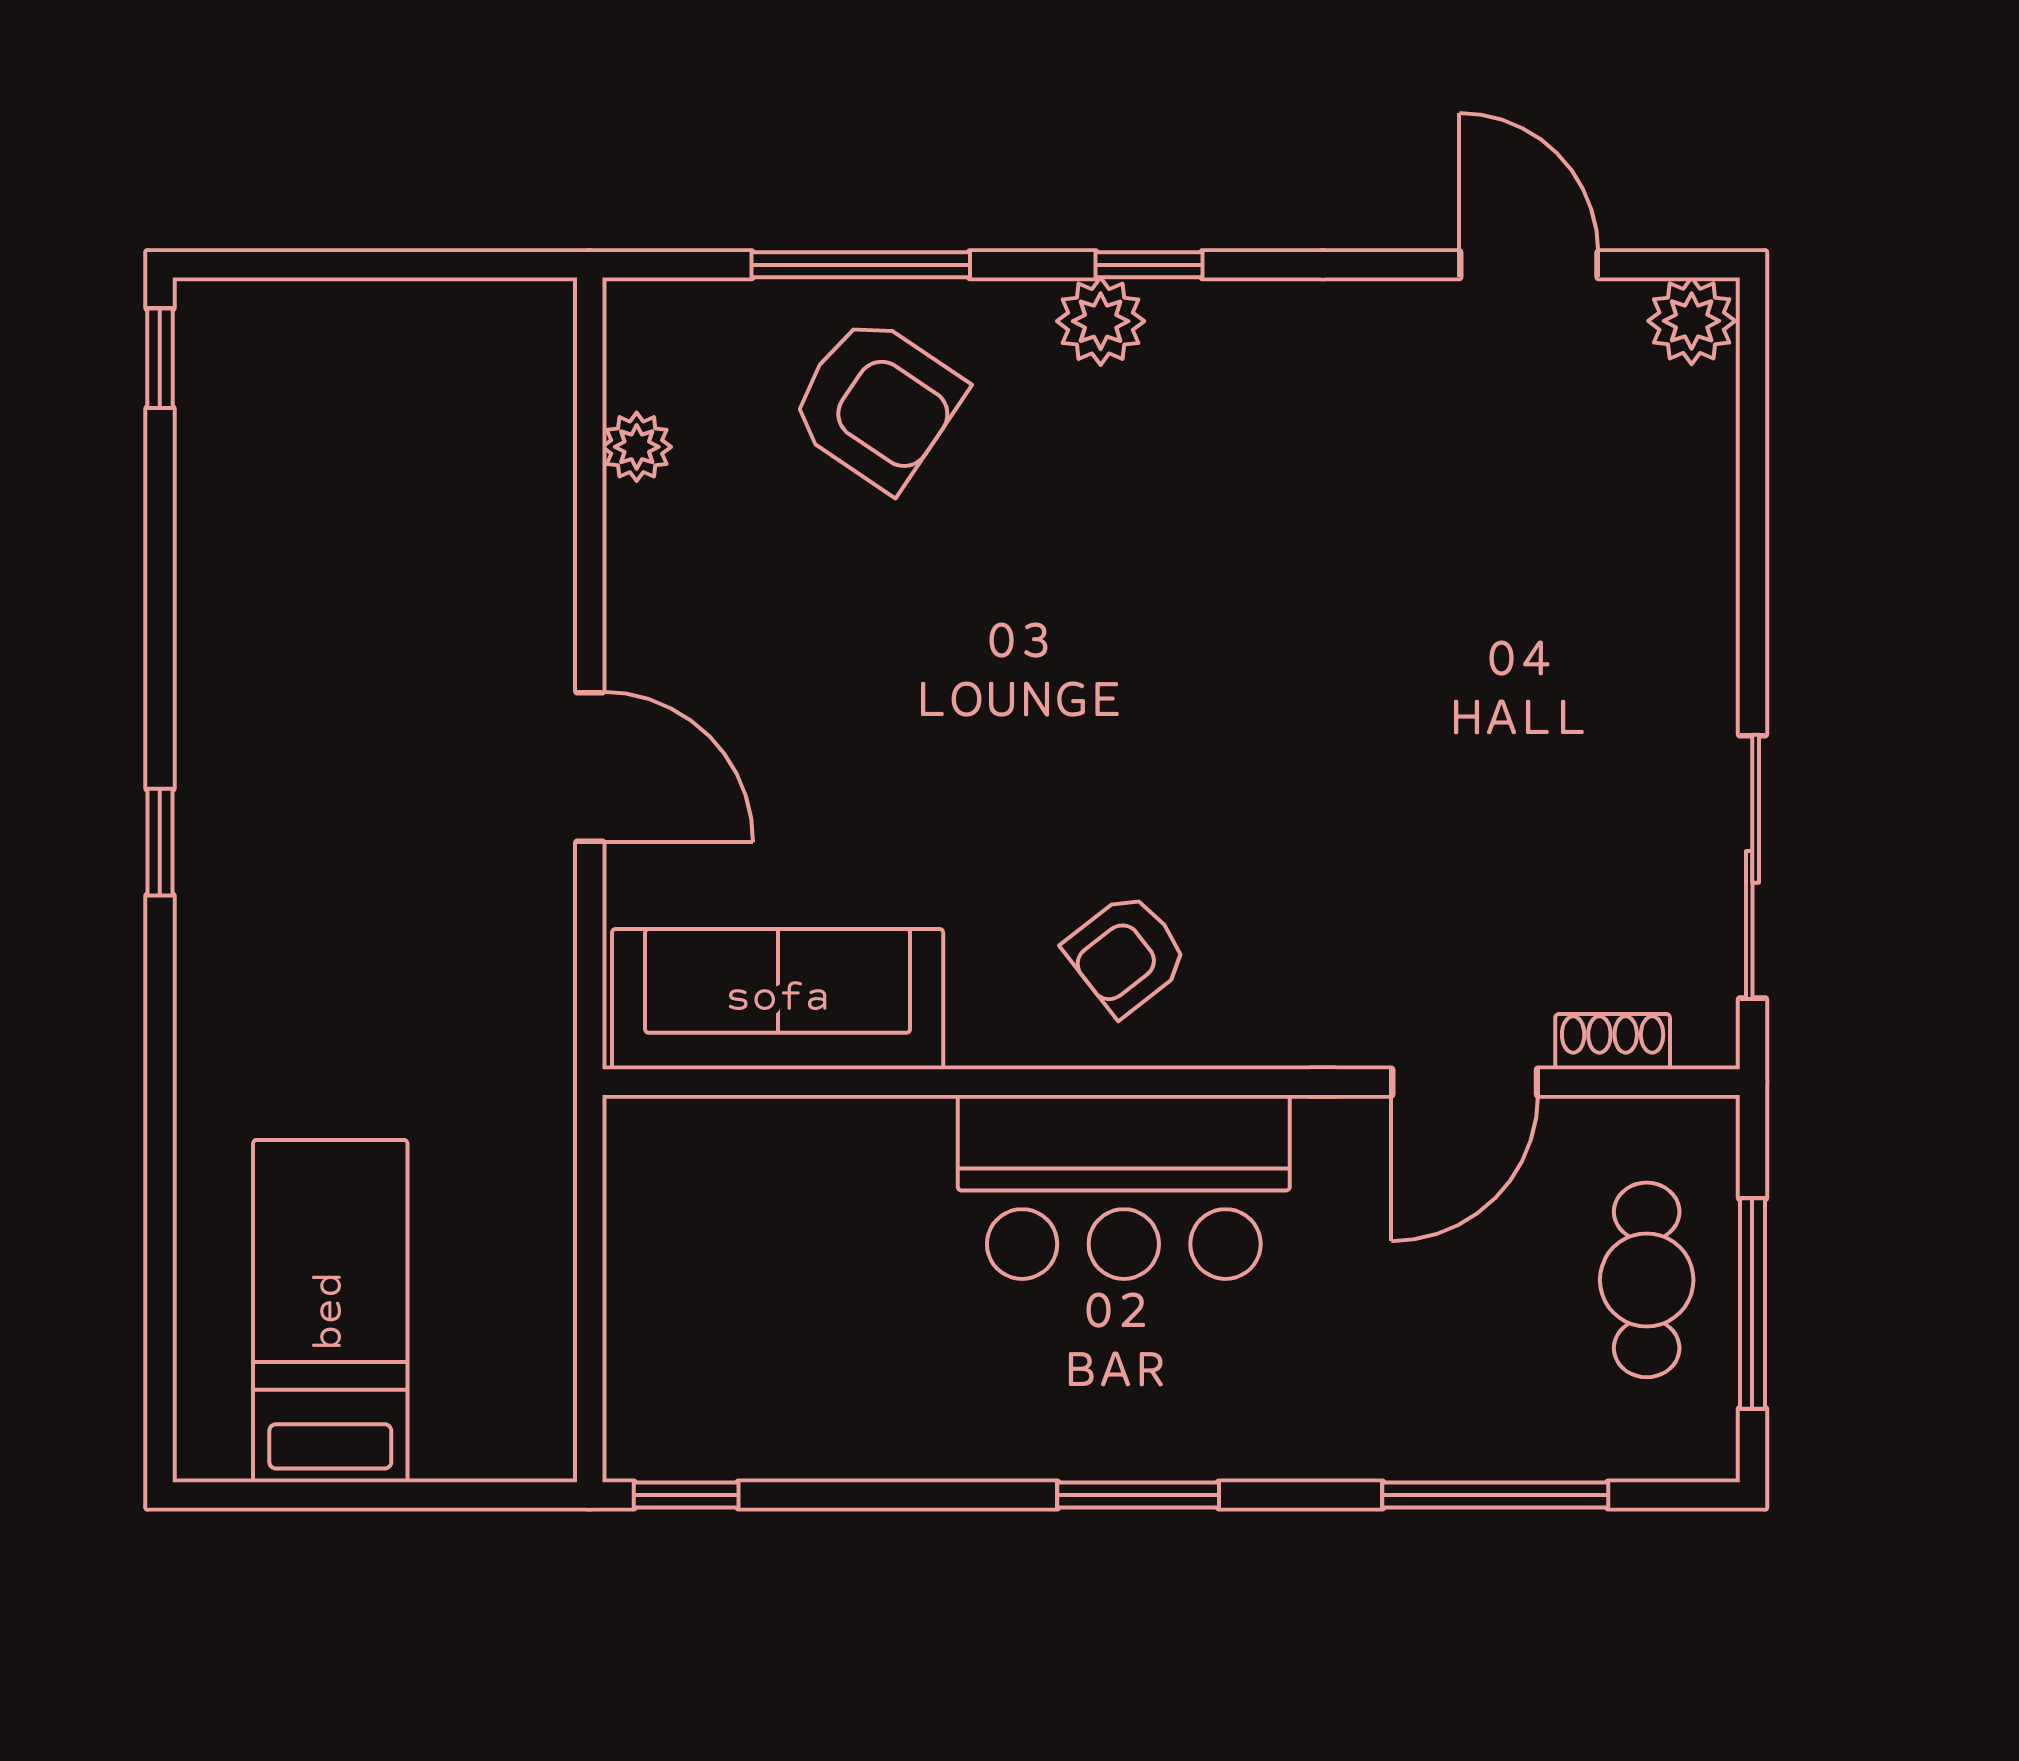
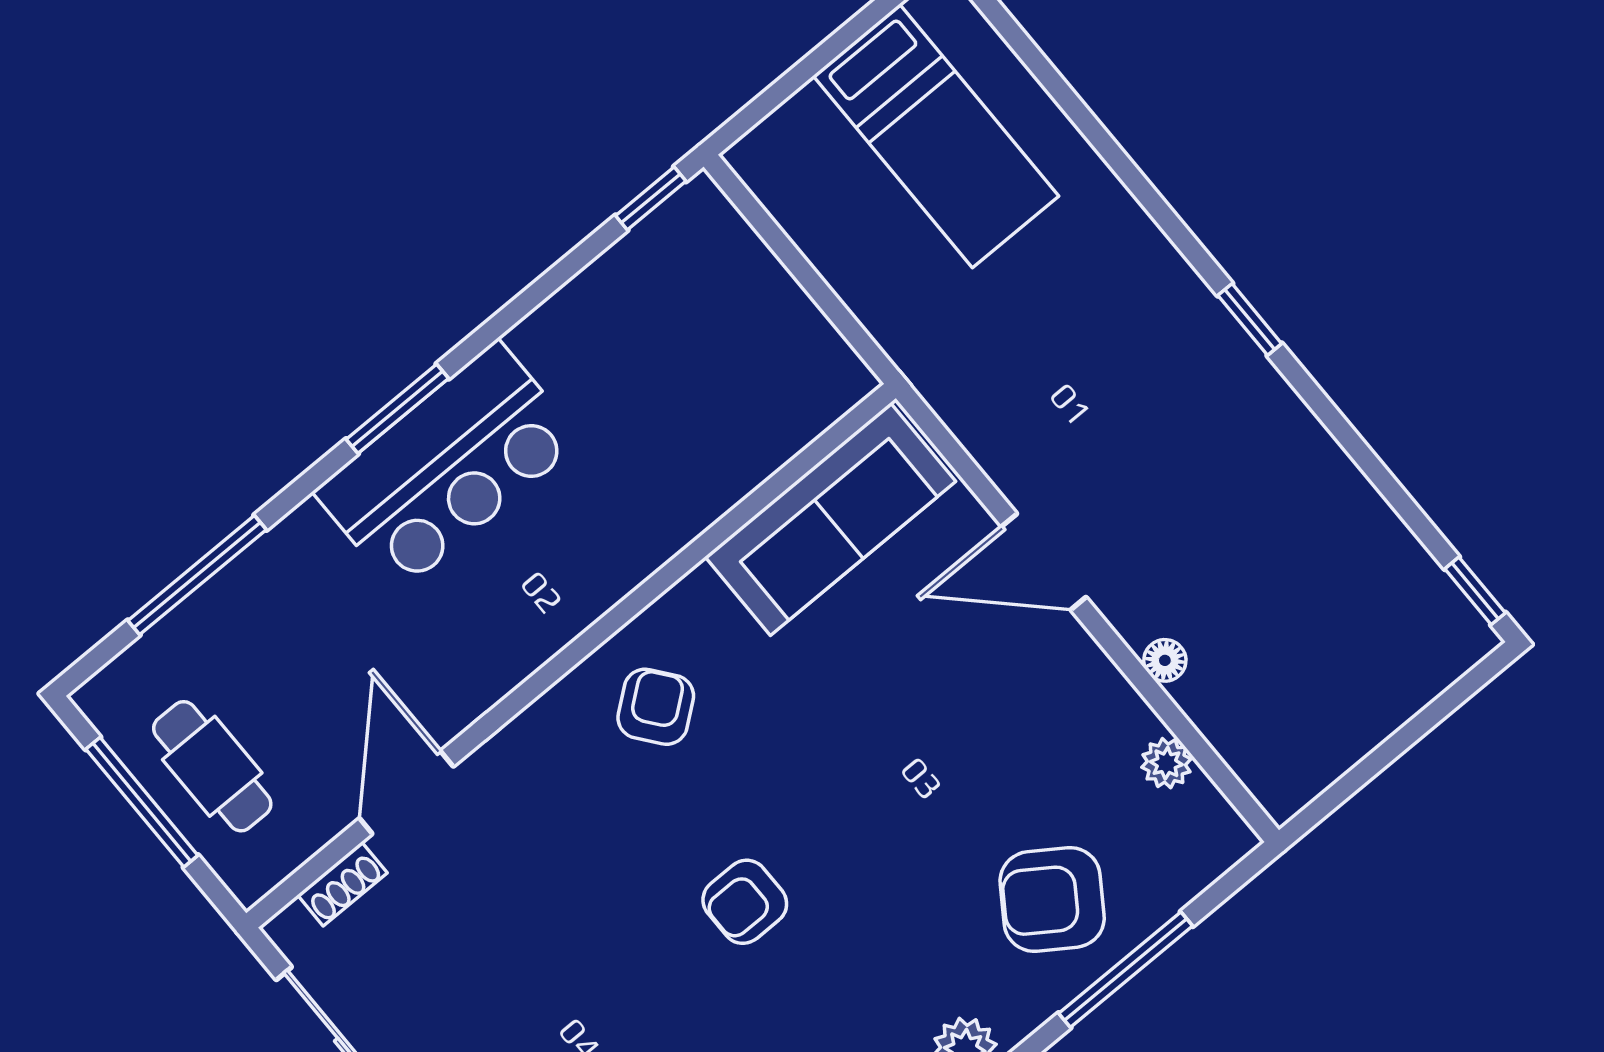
floor lamp: (548, 557) -> (1165, 660), added
armchair: (1203, 670) -> (745, 902), added
bar counter: (1124, 1187) -> (448, 466), moved, turned 180

